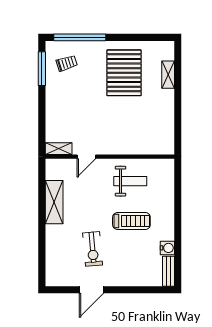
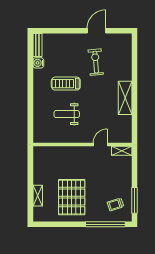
shelving: (59, 149) -> (122, 151), moved
door: (86, 157) -> (100, 145), moved
wall: (110, 157) -> (82, 145), moved

